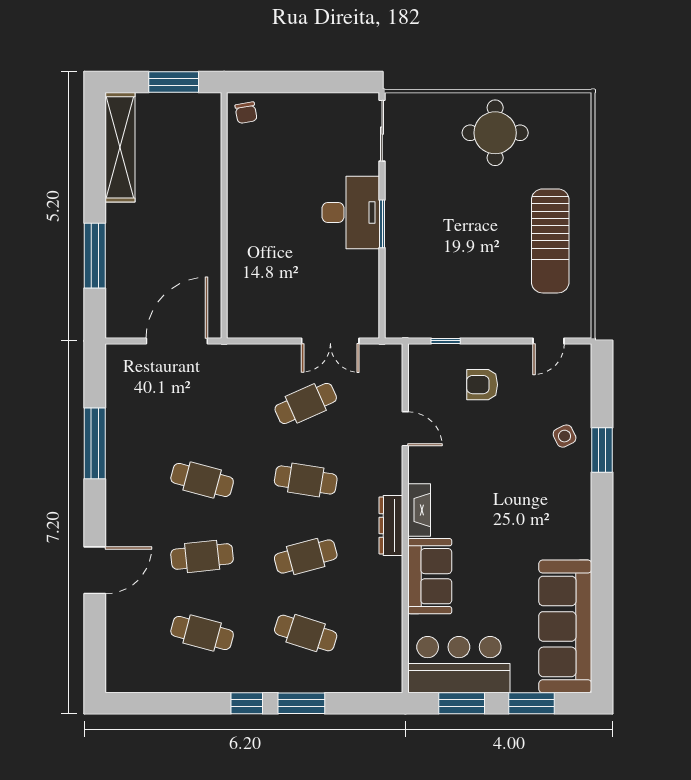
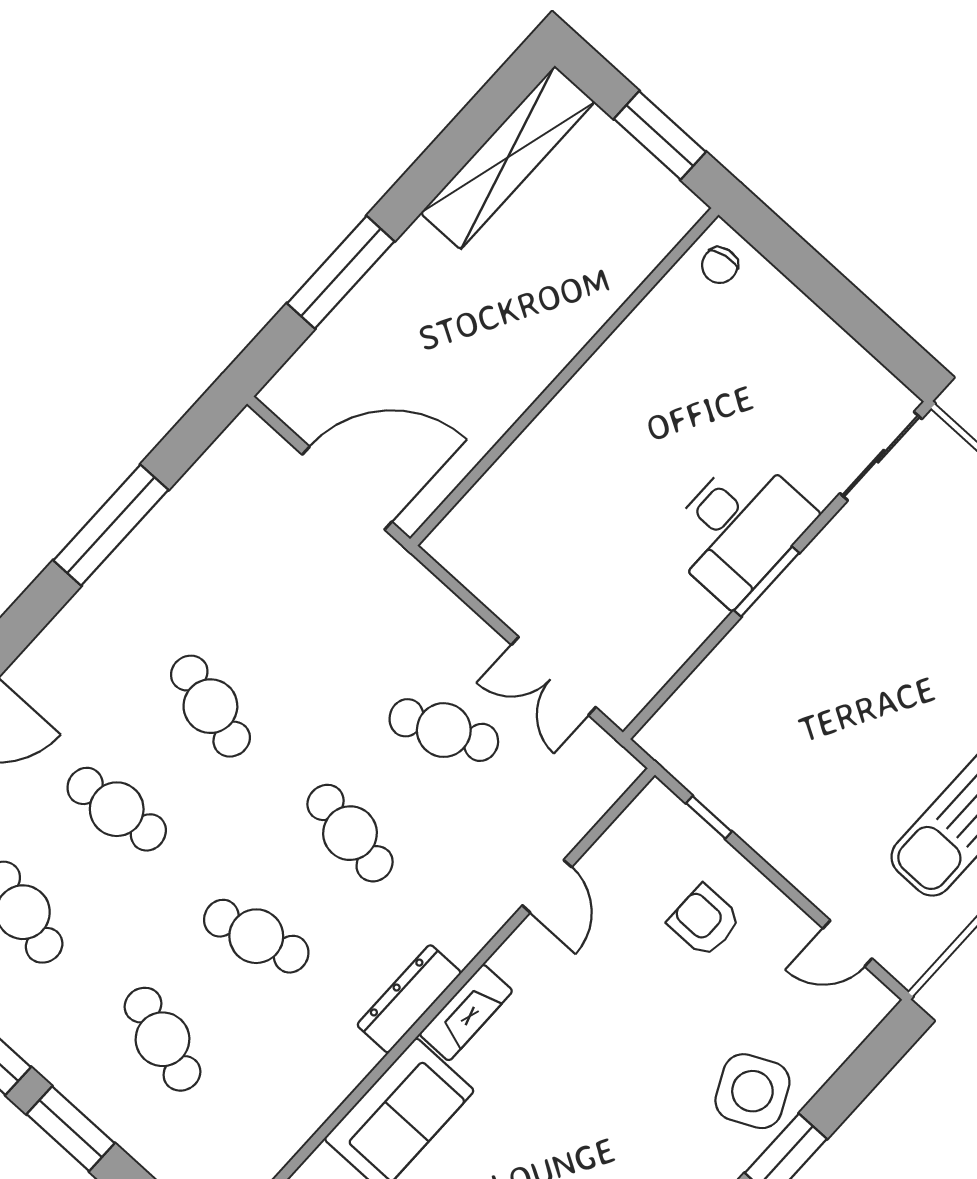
side table: (565, 436) -> (752, 1091), width x1.87, depth x1.87

